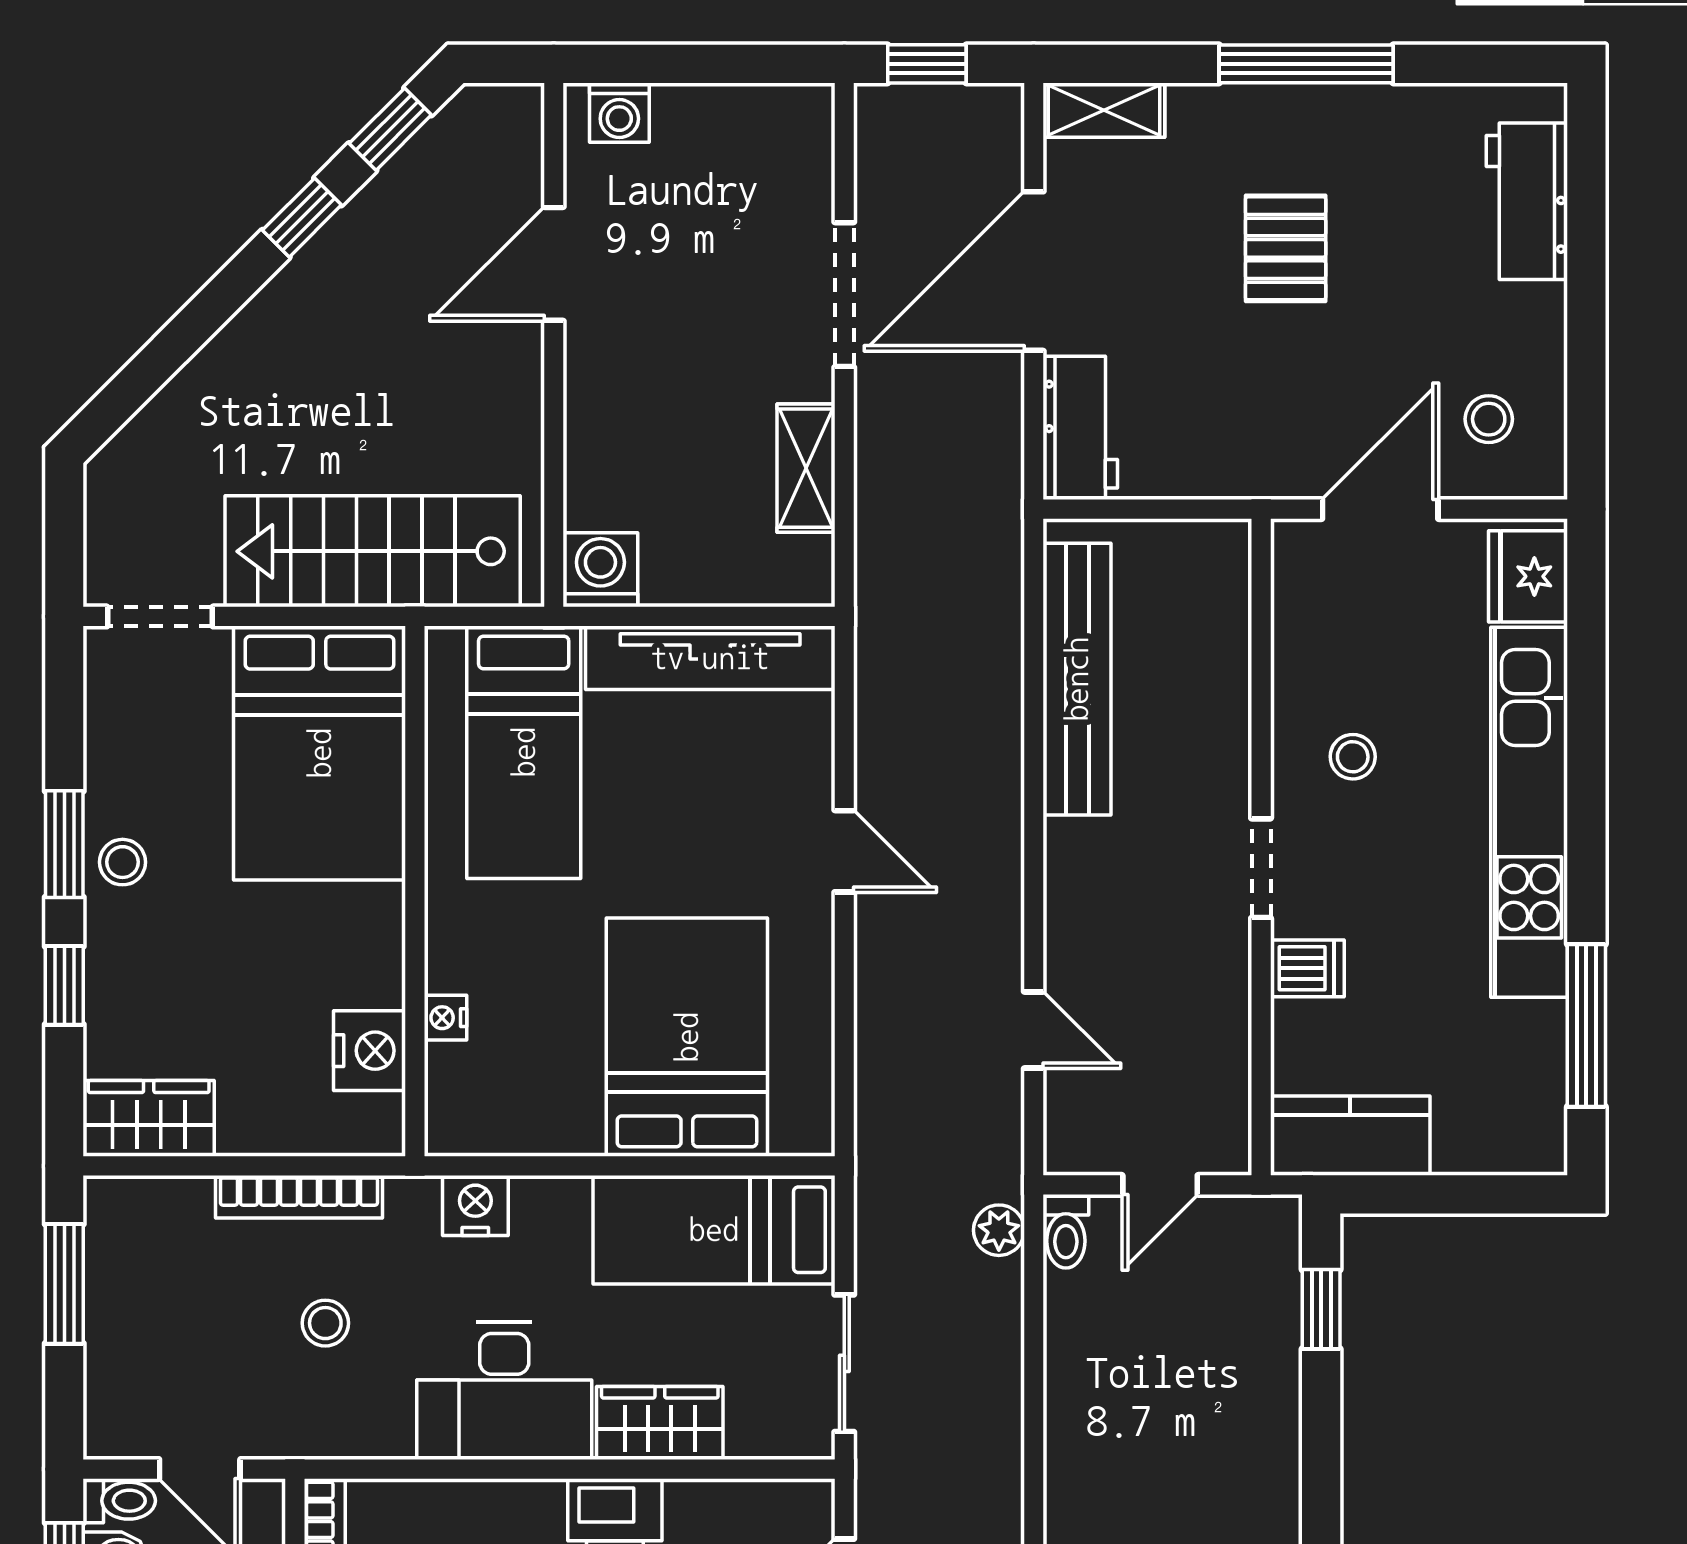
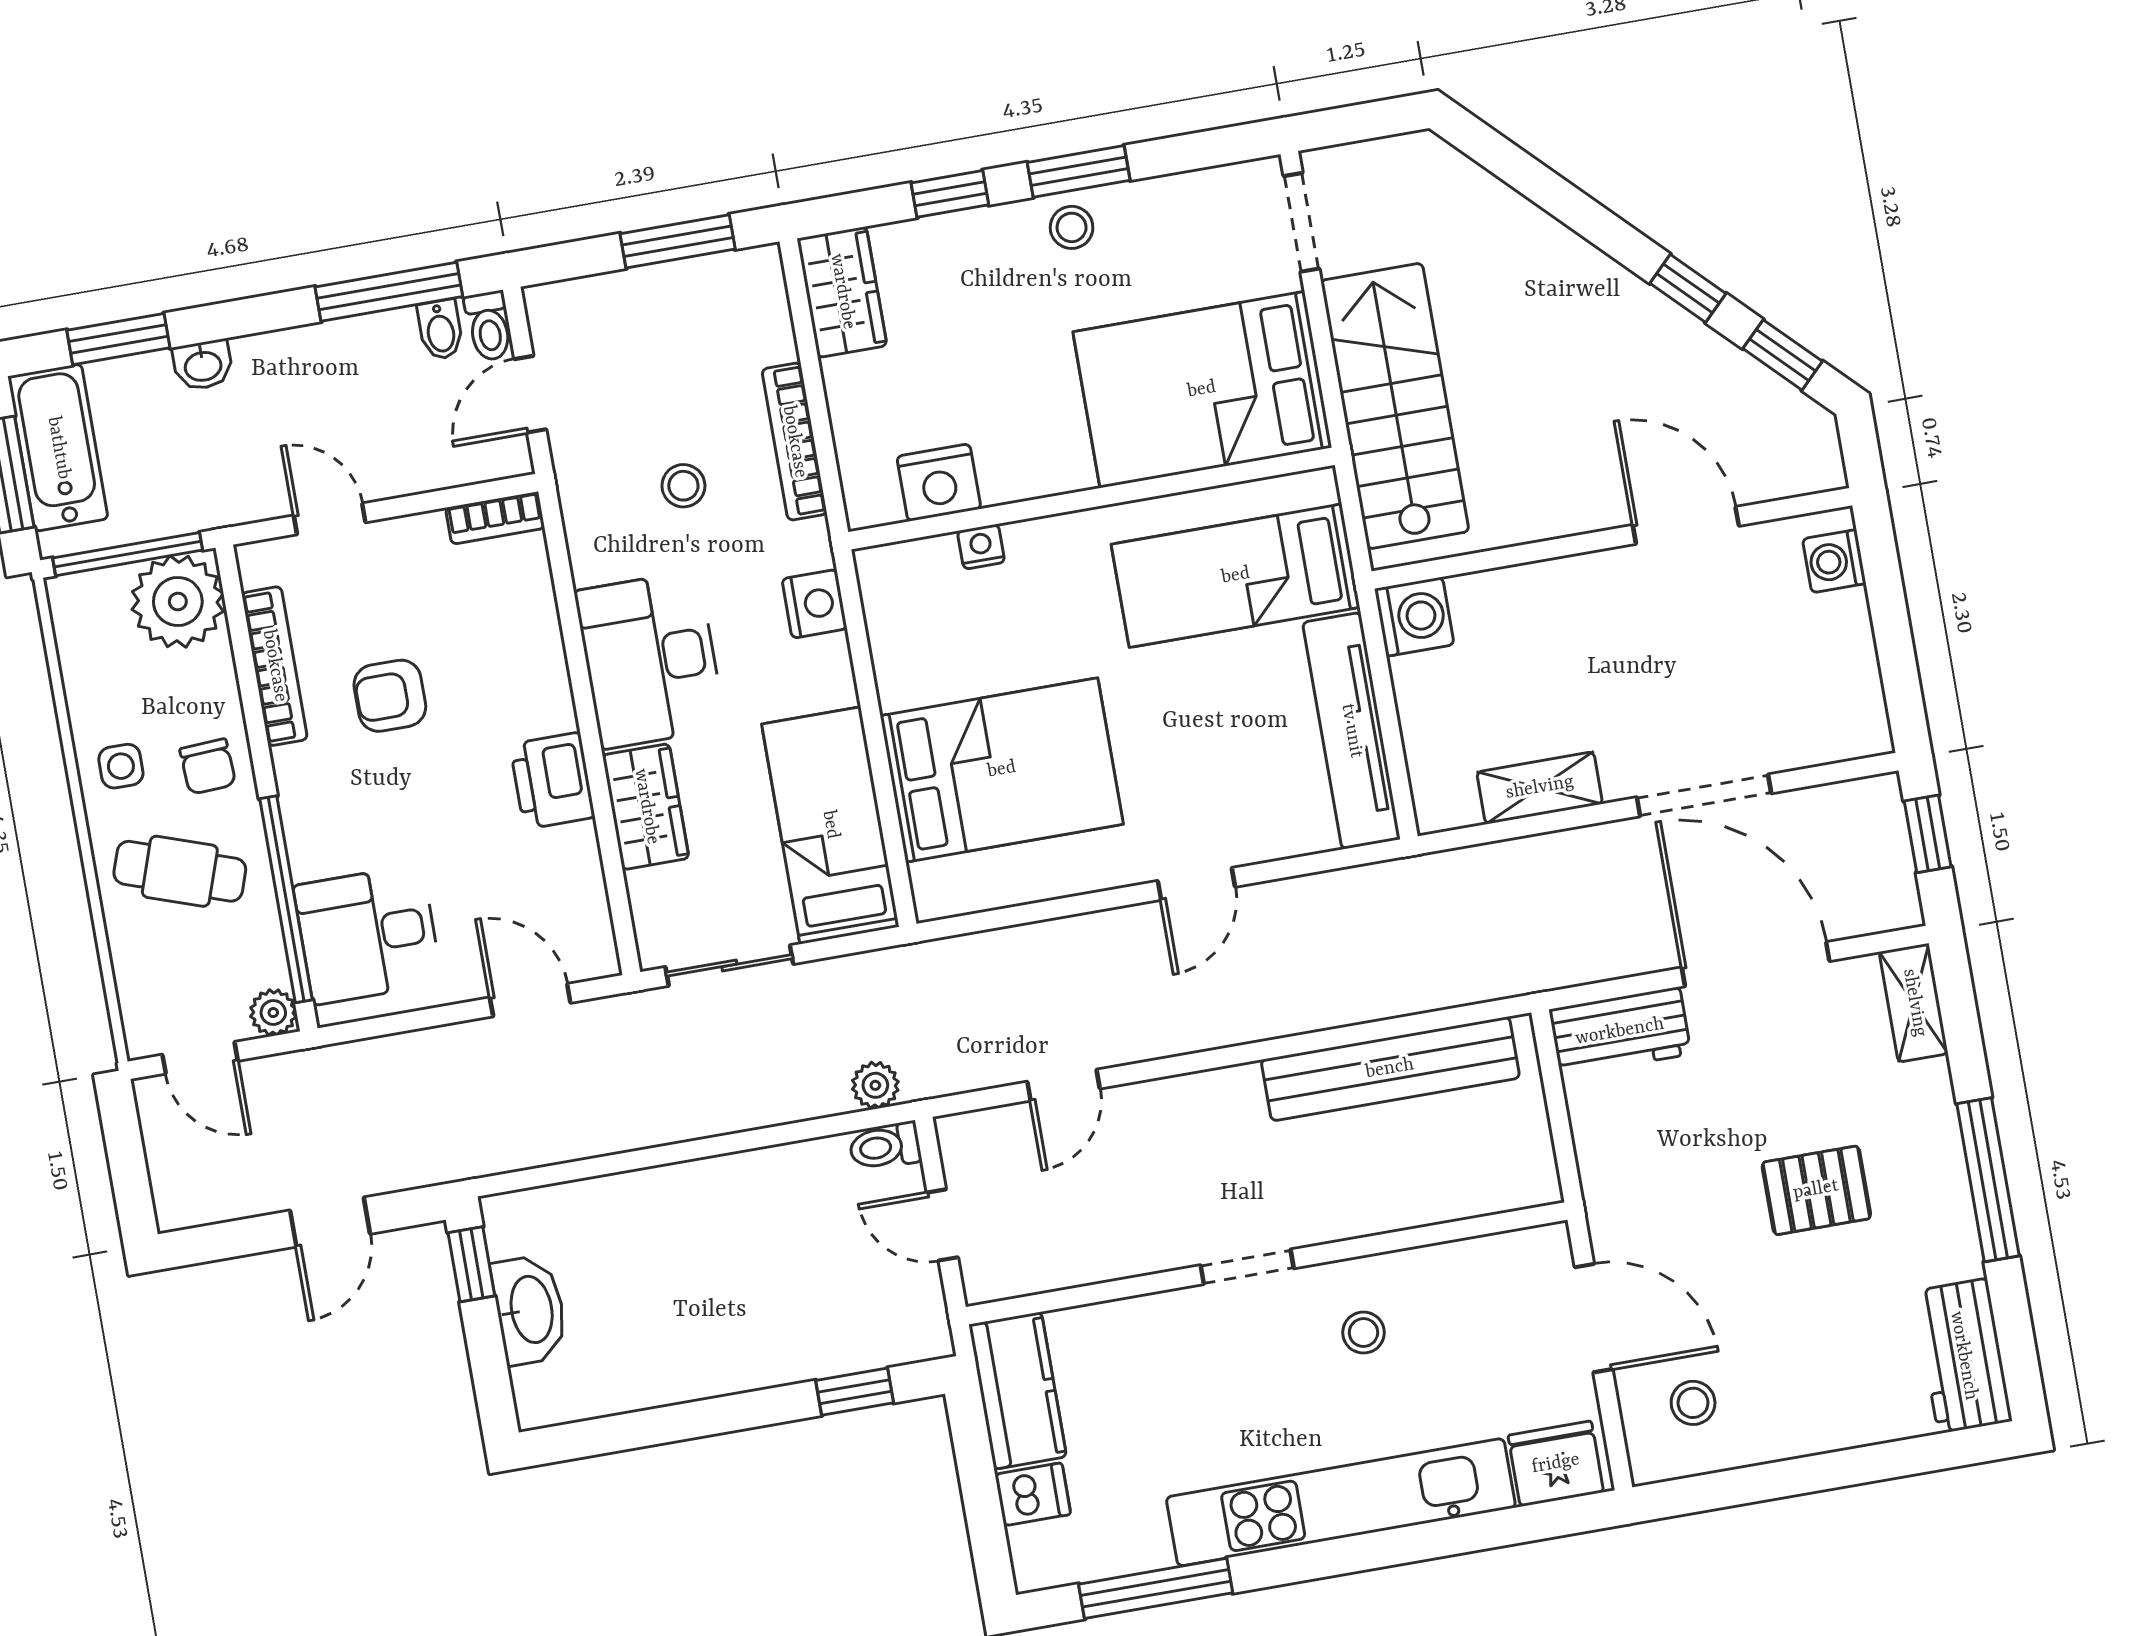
workbench: (1527, 201) -> (1963, 1356), moved, turned -90
dishwasher: (1307, 968) -> (1033, 1494), moved, turned -90

